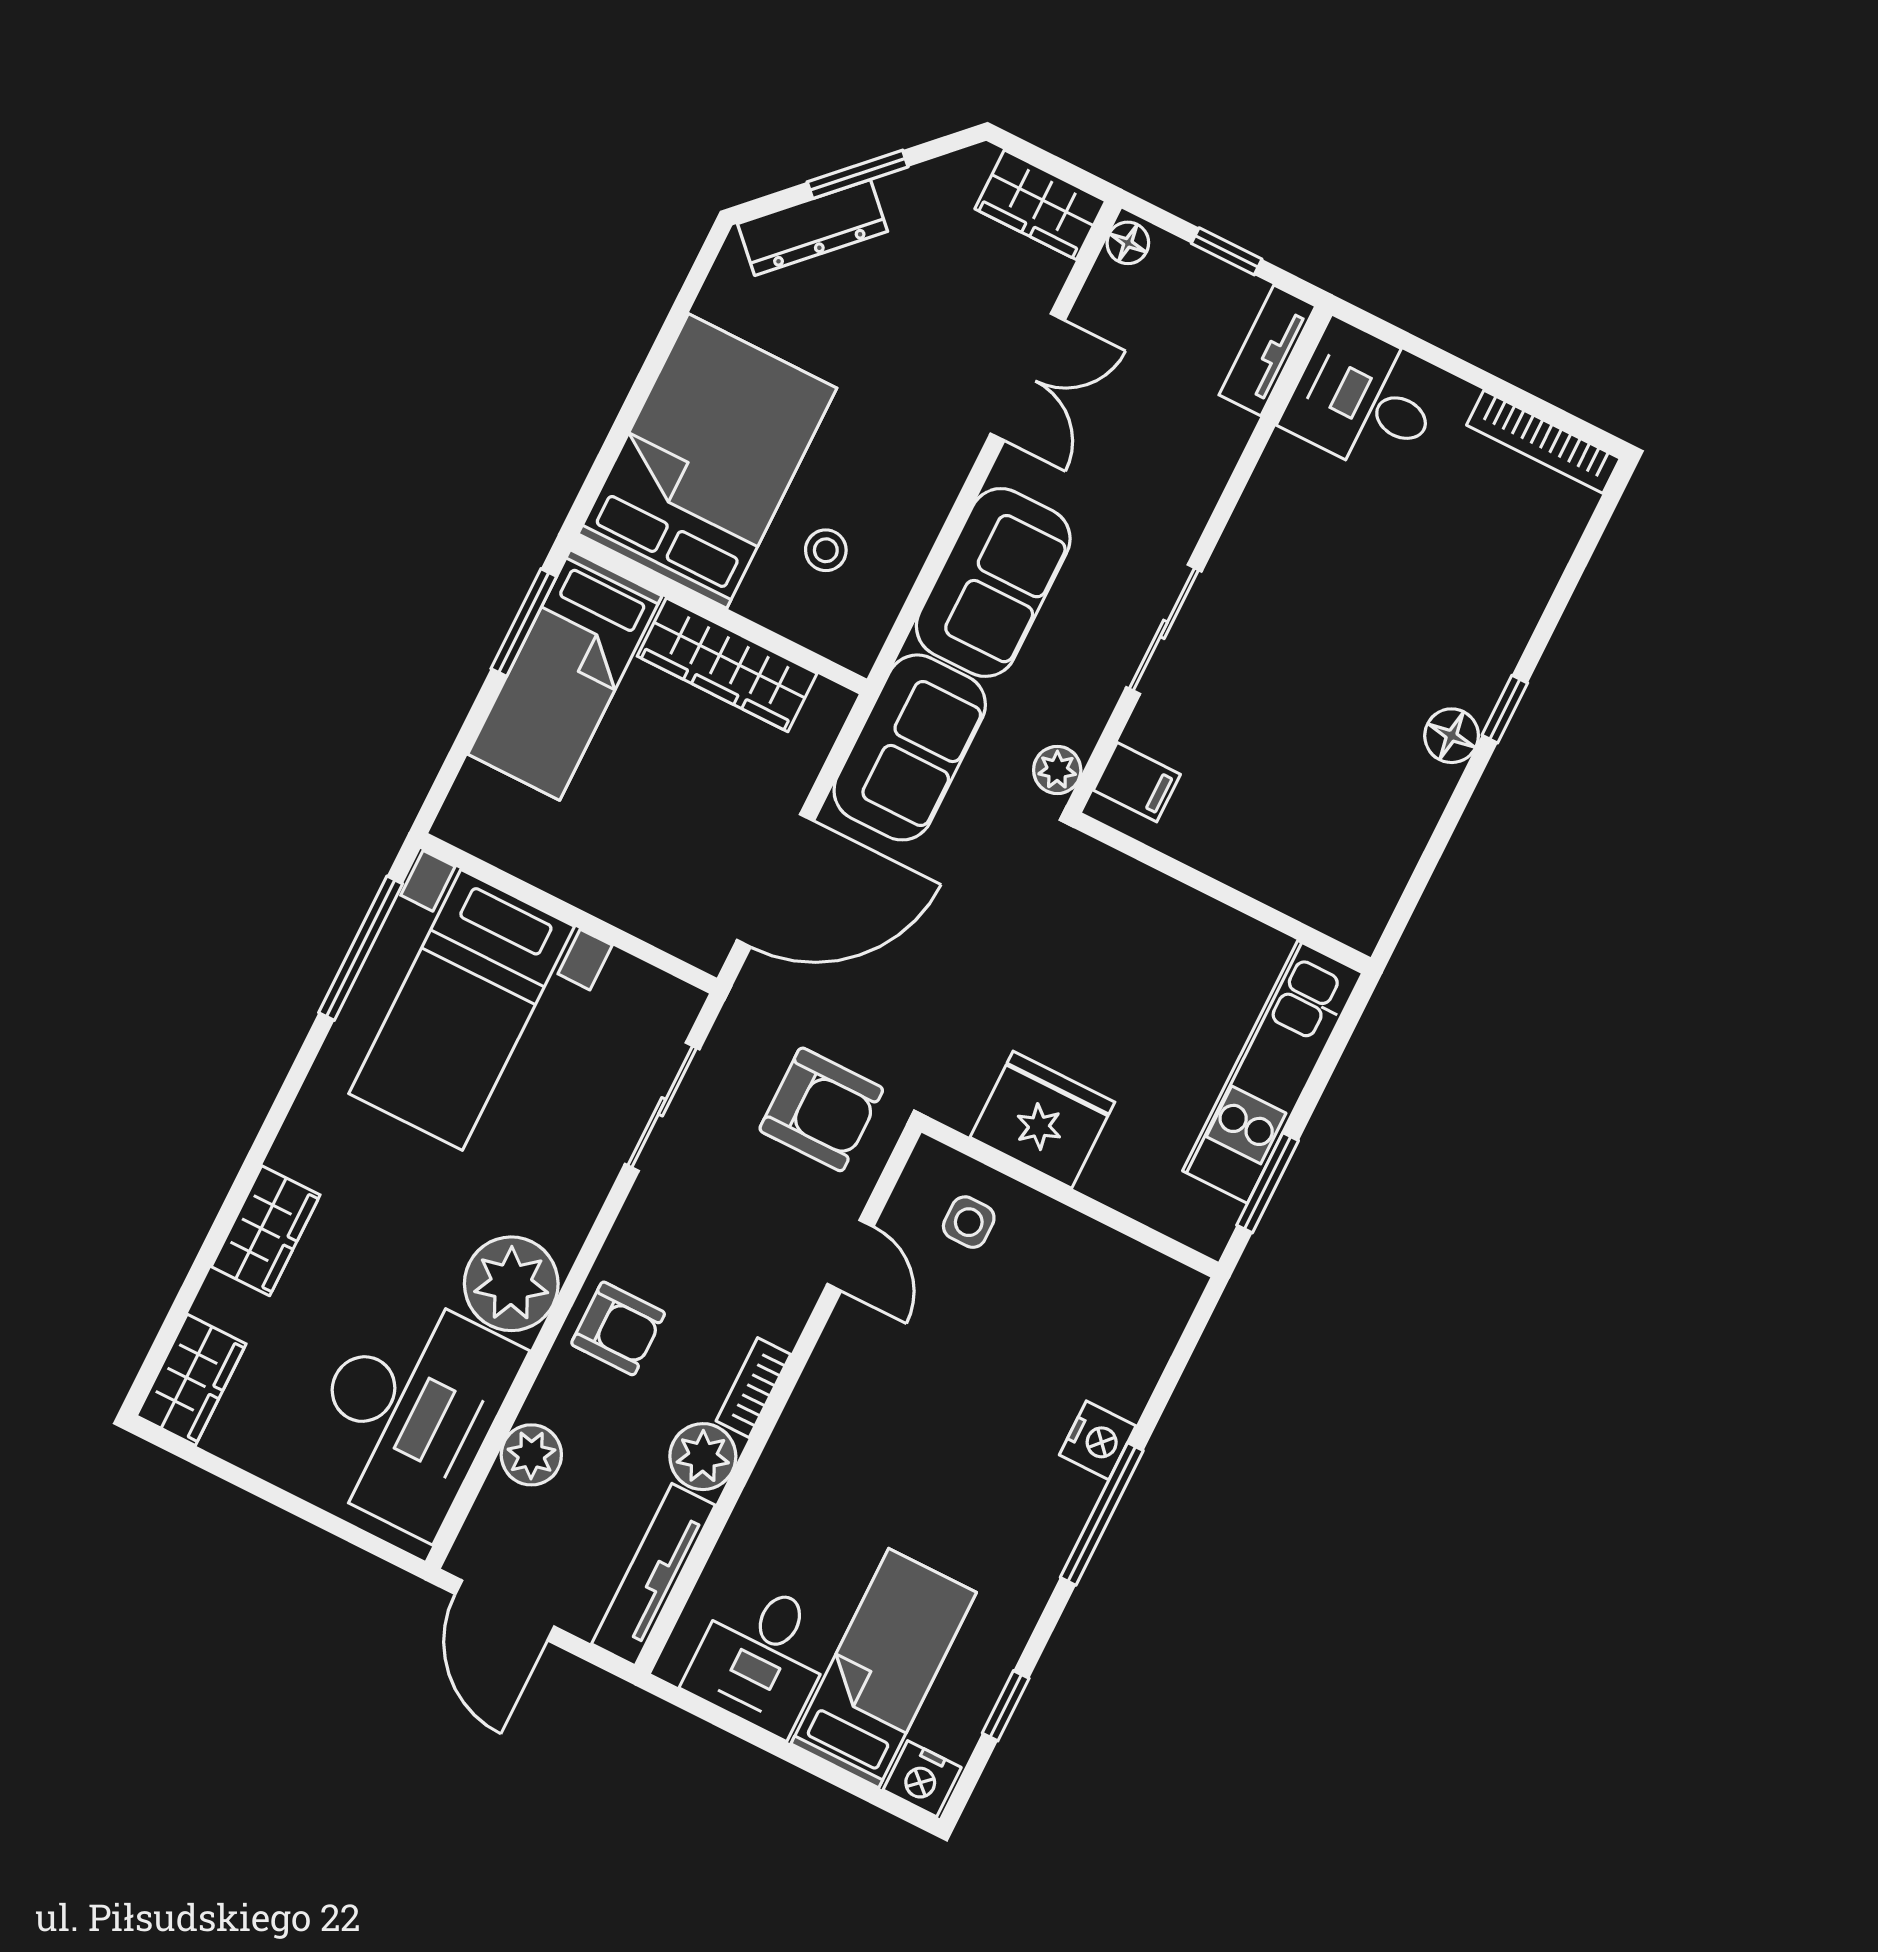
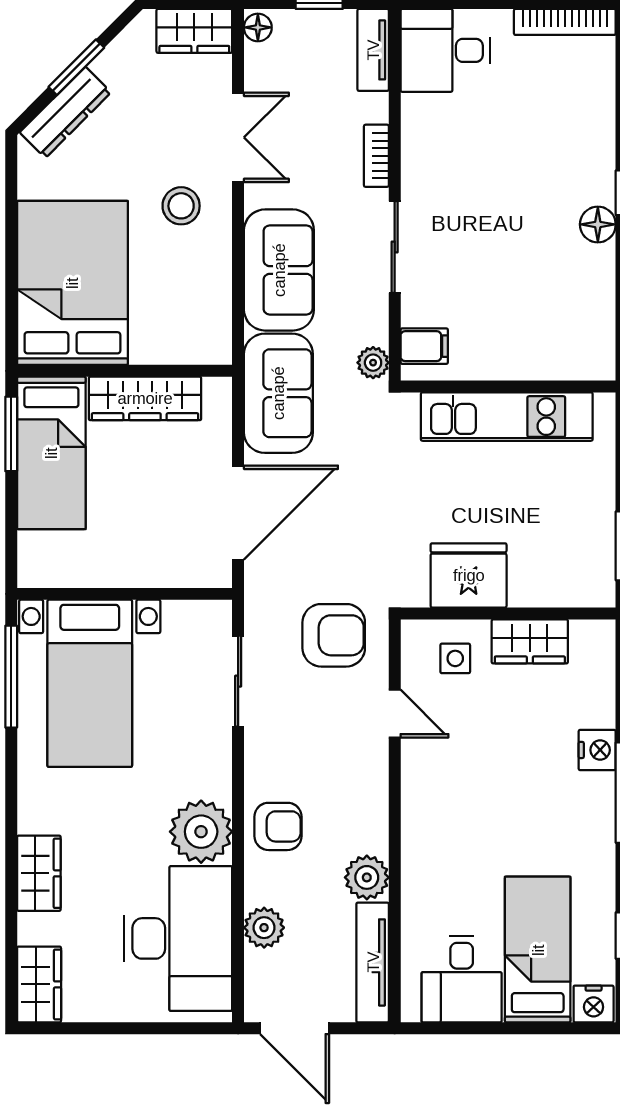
stool: (826, 550) -> (181, 206), moved, width x1.37, depth x1.37
kitchen unit: (1273, 1072) -> (507, 417), moved, turned -90
wardrobe: (1080, 1249) -> (530, 641), added
bookcase: (753, 1388) -> (376, 156), moved

